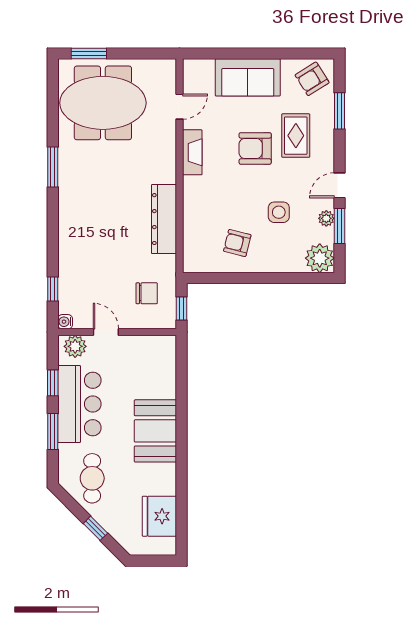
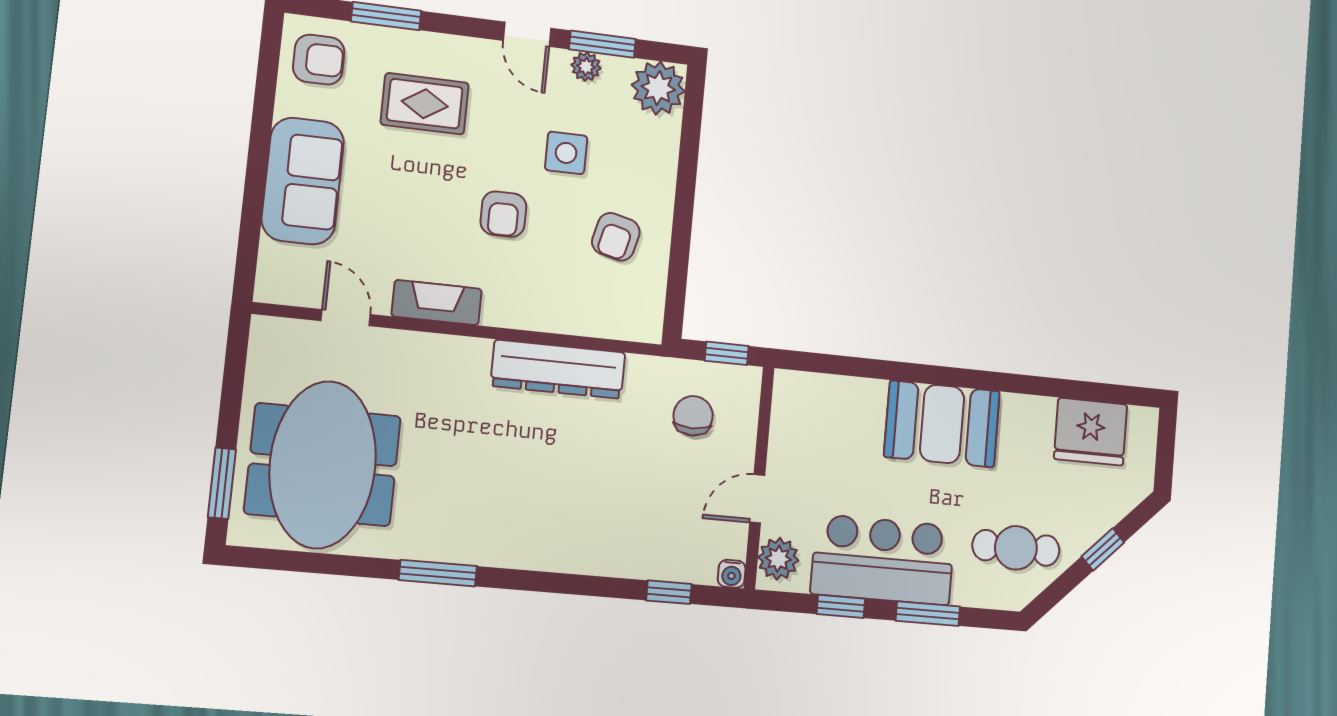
armchair: (312, 79) -> (319, 60), turned -58
armchair: (255, 148) -> (503, 214), moved, width x0.72, depth x0.72

